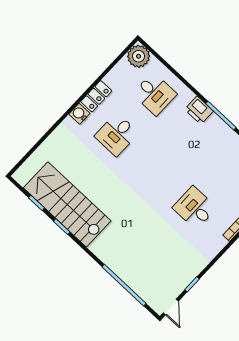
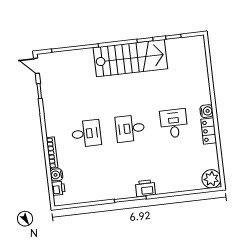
desk: (155, 94) -> (130, 128), moved
stairs: (67, 204) -> (130, 58), moved

